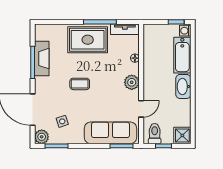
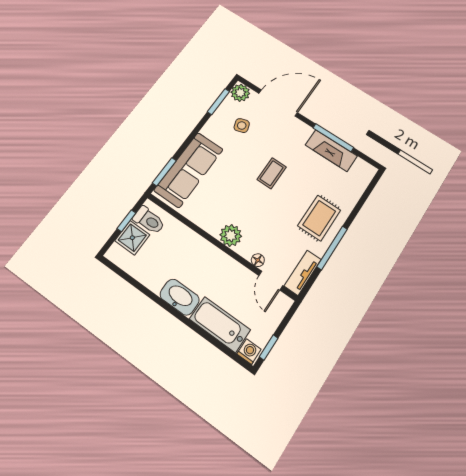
rug: (88, 40) -> (319, 218), width x0.73, depth x0.70
door: (141, 109) -> (271, 281), moved
shower: (182, 136) -> (132, 238), moved

